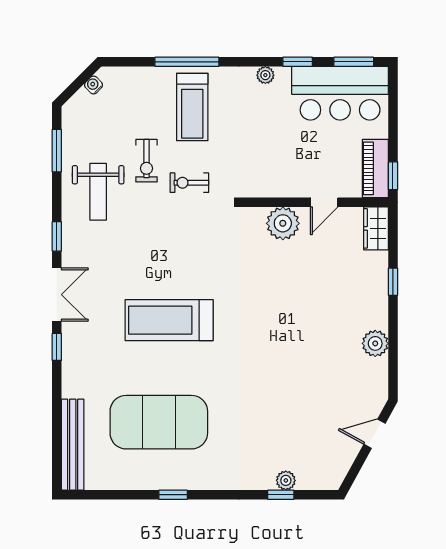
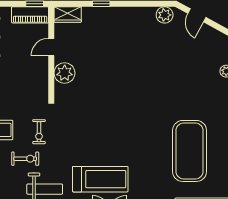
door: (324, 202) -> (51, 47), swing flipped
treadmill: (169, 320) -> (100, 179), moved, turned -90
plant: (375, 343) -> (165, 15), moved

